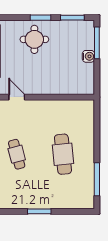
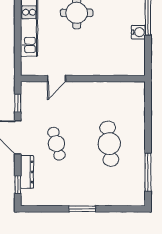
door: (17, 97) -> (57, 79), swing flipped

